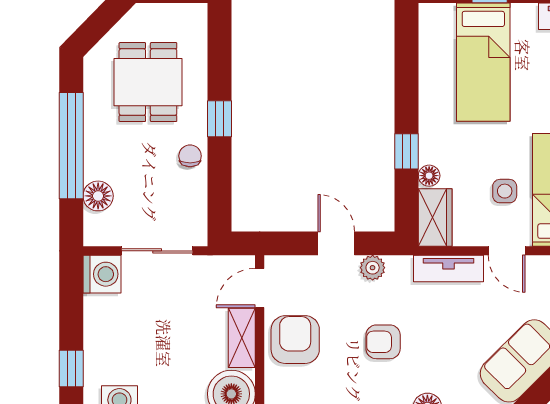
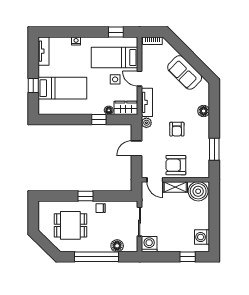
door: (507, 251) -> (140, 79), swing flipped
plant: (373, 268) -> (146, 123), moved

